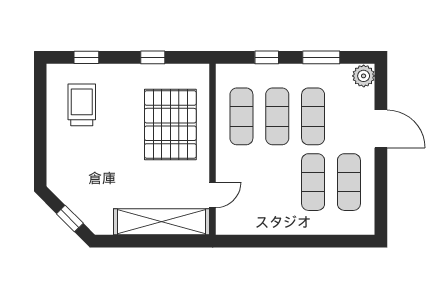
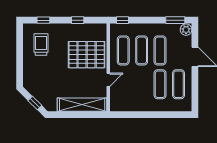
window: (267, 57) -> (123, 20), moved
window: (321, 57) -> (175, 20), moved
pallet: (170, 124) -> (87, 55), turned 90
door: (213, 195) -> (108, 80), moved

